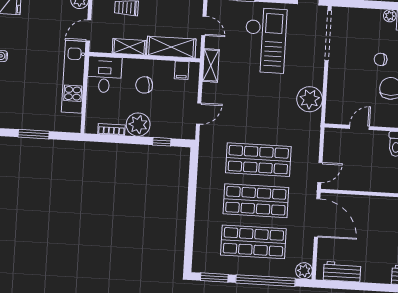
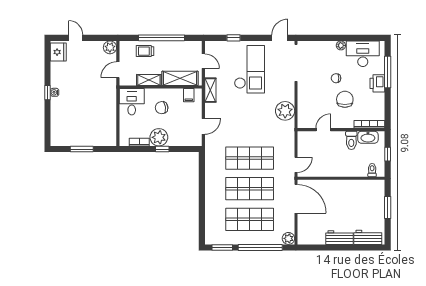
kitchen unit: (74, 77) -> (109, 105), removed
window: (162, 142) -> (162, 149), moved
workbench: (342, 272) -> (340, 238), moved

